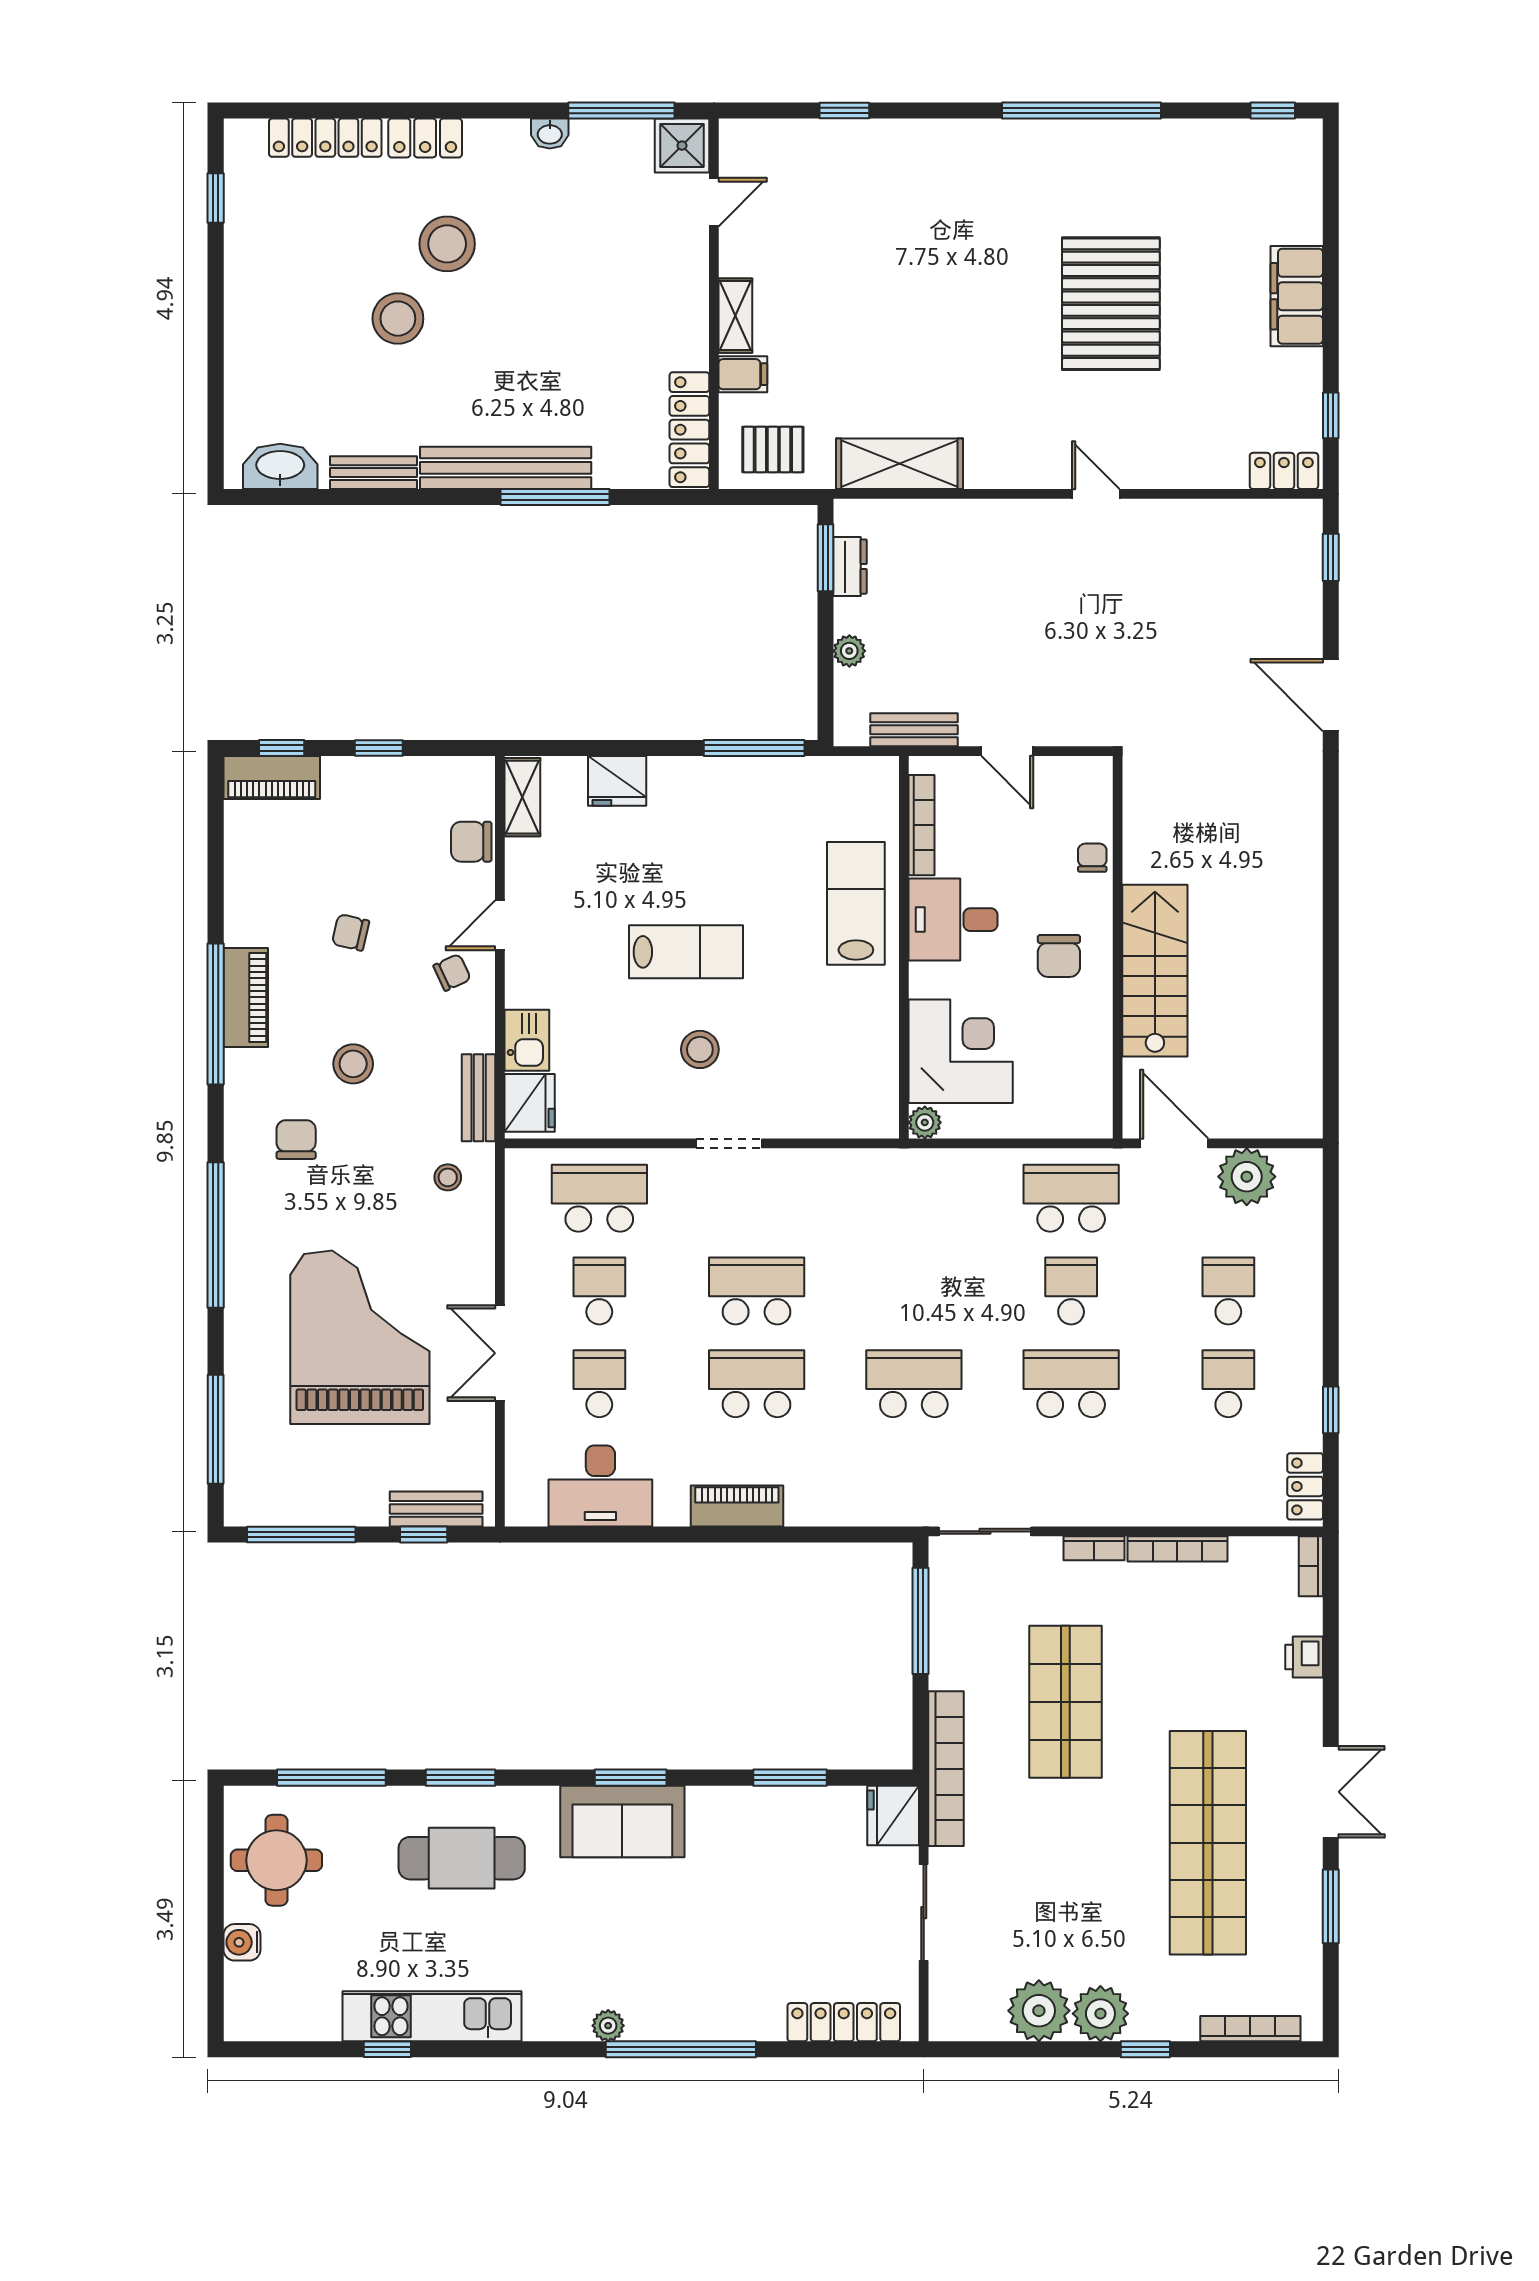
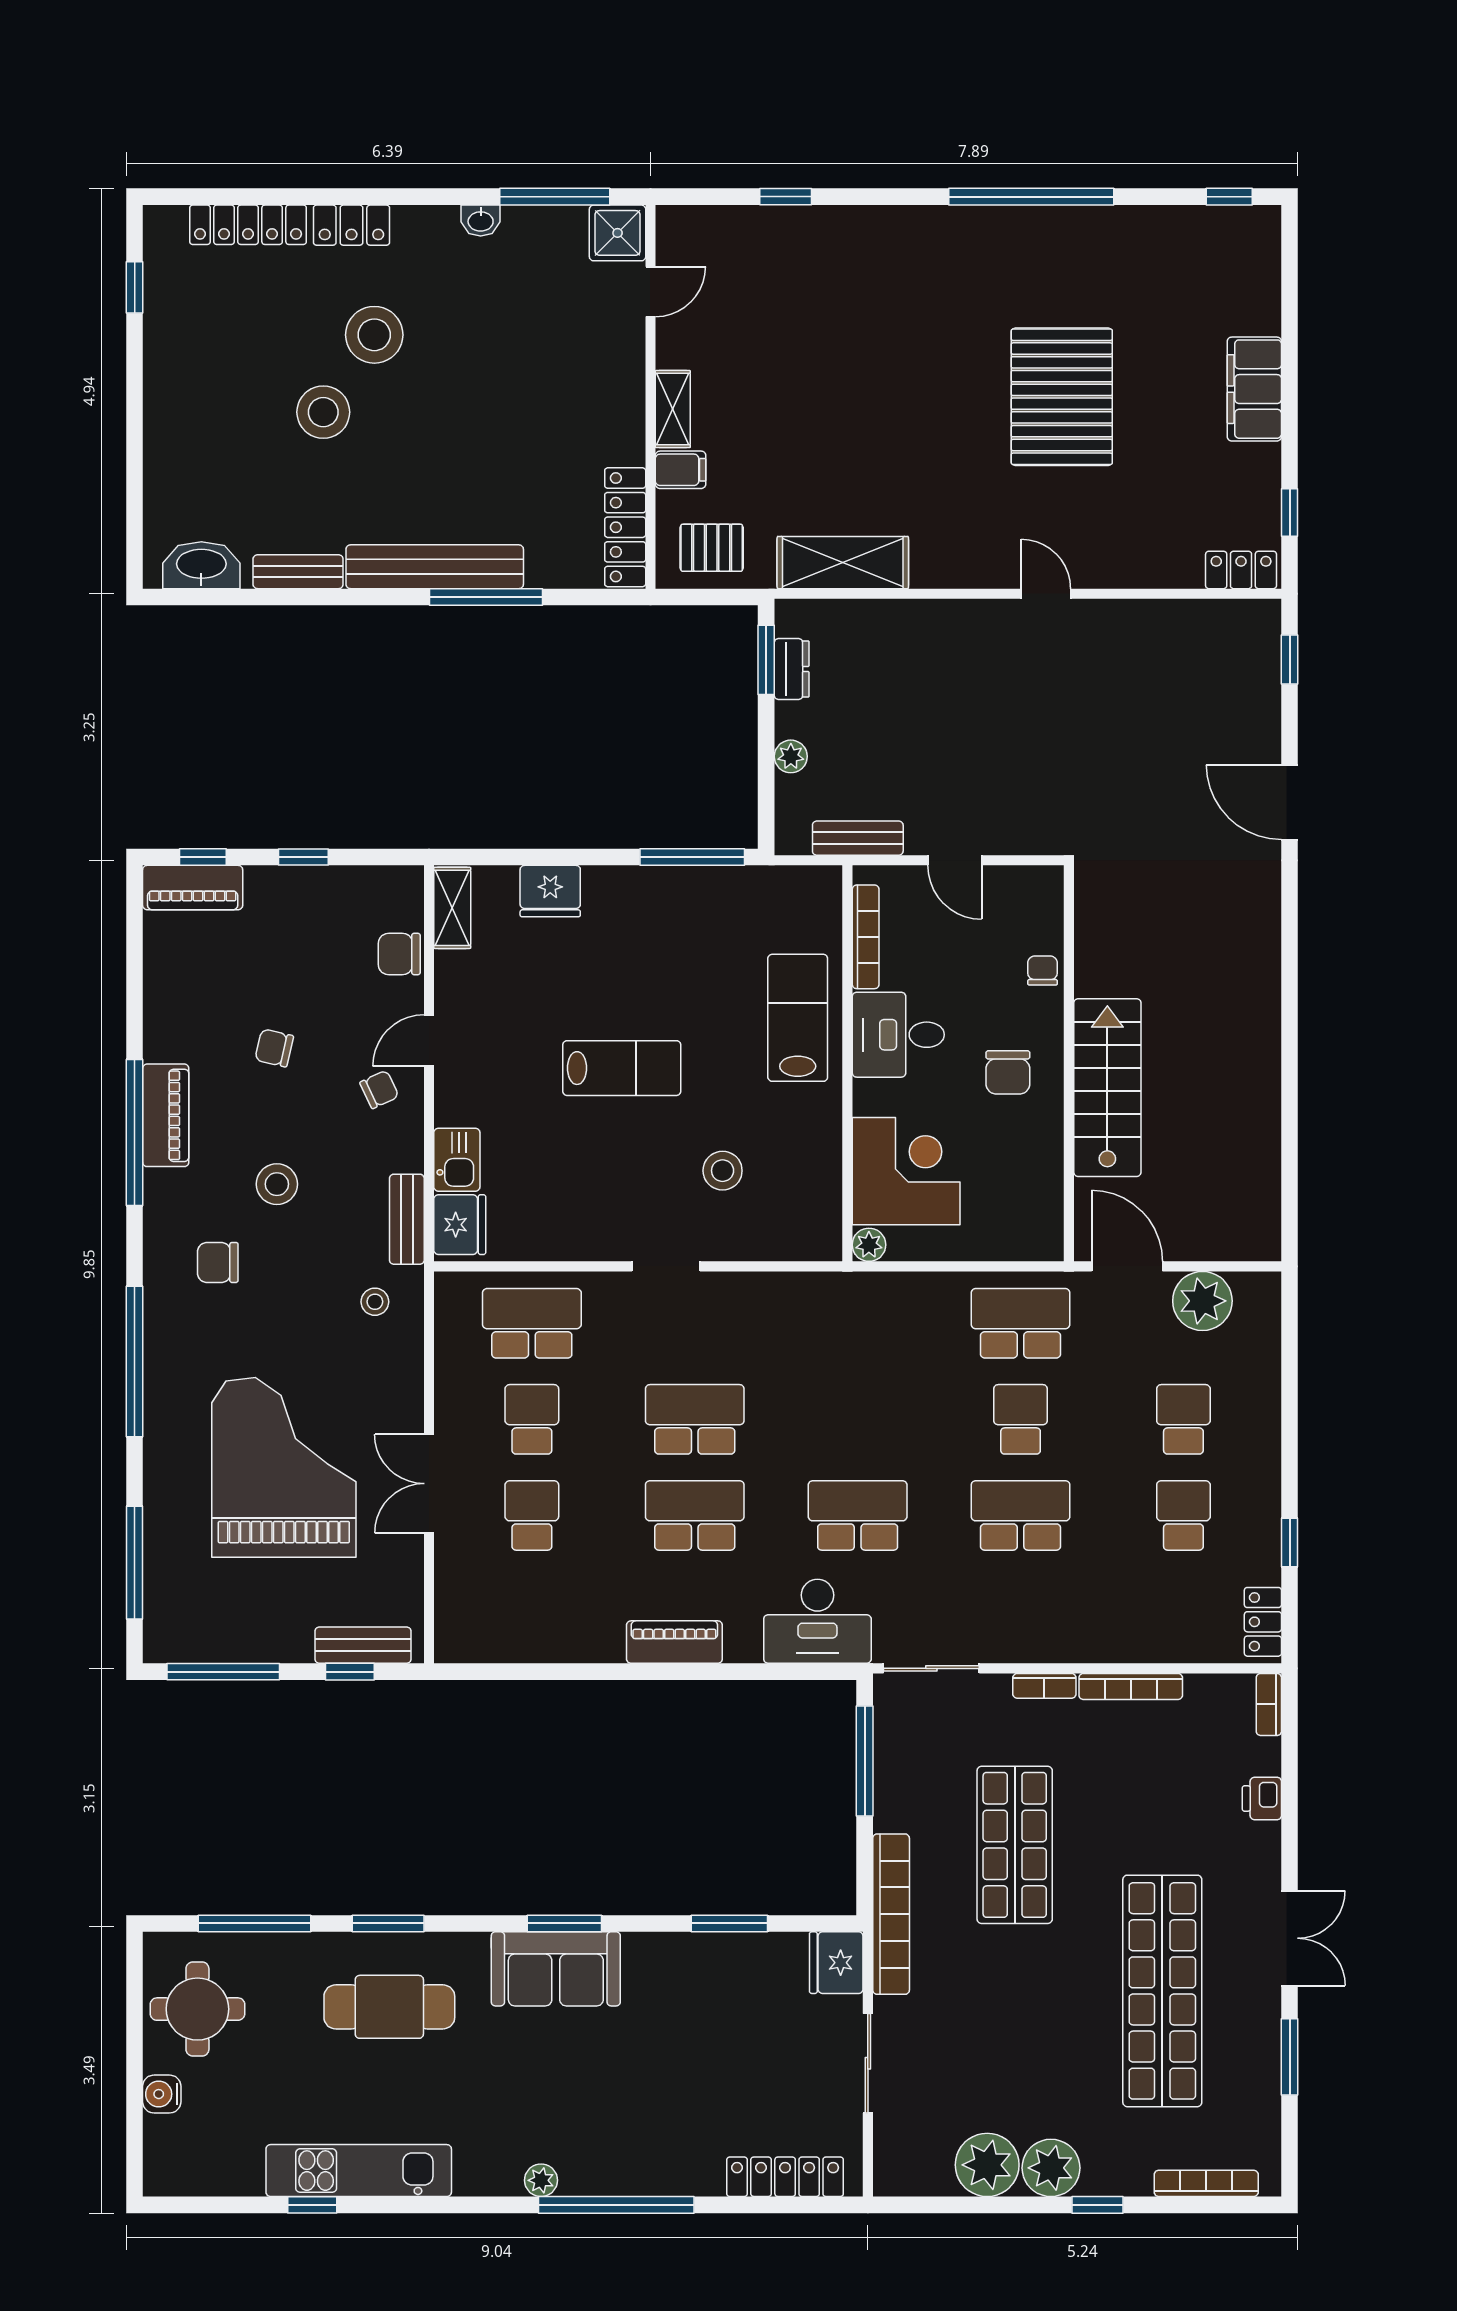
stool: (700, 1049) -> (723, 1171), moved
chair: (296, 1140) -> (218, 1262), turned -90
desk: (600, 1486) -> (817, 1621), moved

